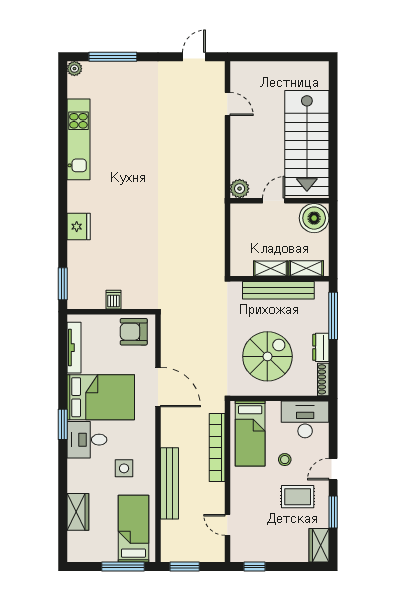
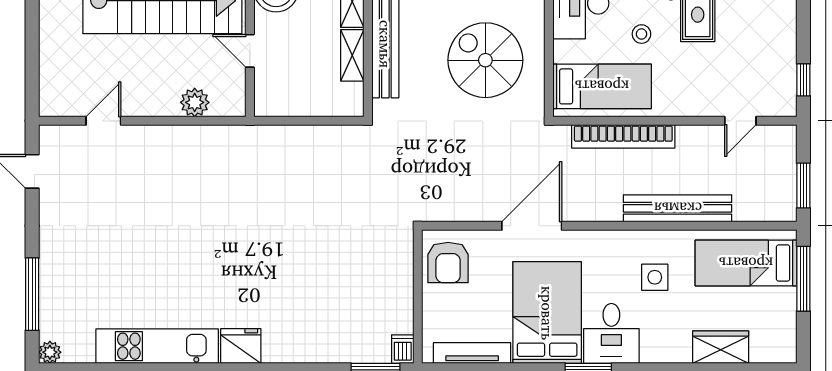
plant: (240, 189) -> (195, 102), moved
fridge: (79, 227) -> (241, 346), moved
dishwasher: (113, 300) -> (403, 349), moved, turned 90

